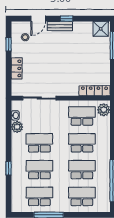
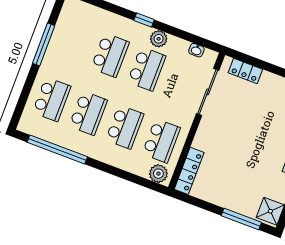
locker: (17, 68) -> (245, 71), moved
plant: (17, 127) -> (159, 39), moved
window: (9, 168) -> (144, 20), moved
school desk: (39, 196) -> (74, 41), removed

